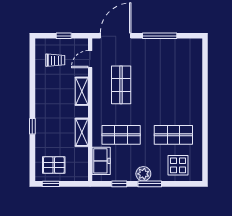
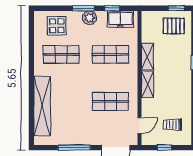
shelving: (194, 80) -> (42, 106), added
shop shelf: (121, 85) -> (110, 101), turned 90
shelving: (82, 91) -> (147, 84), moved
freezer: (101, 161) -> (120, 19), moved, turned -90

